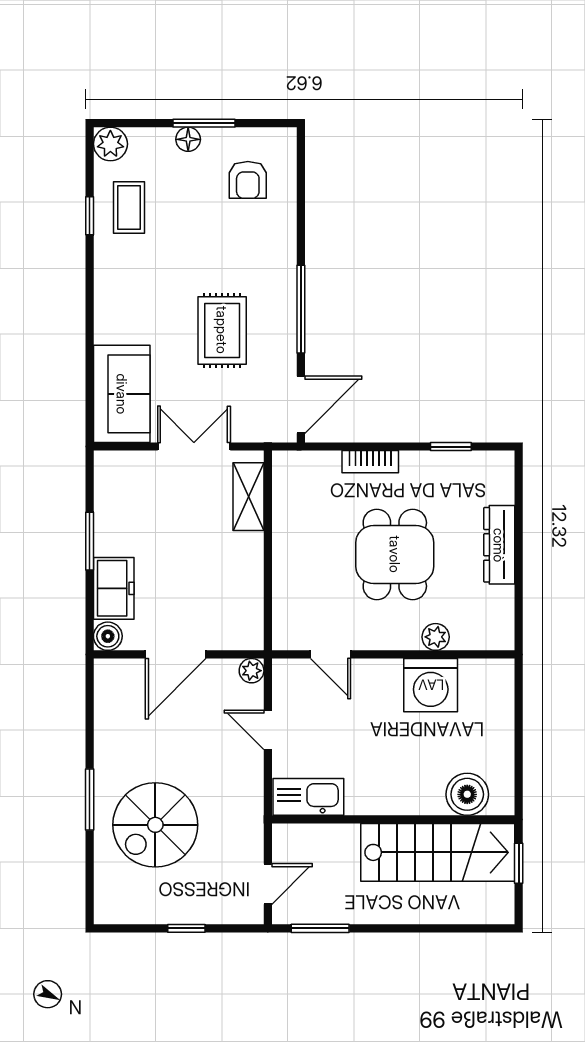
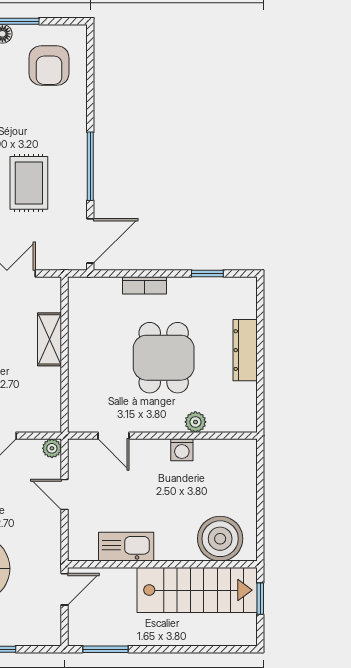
armchair: (248, 180) -> (49, 66), width x1.38, depth x1.38
shelving: (249, 497) -> (50, 339), moved
washing machine: (431, 685) -> (182, 450), width x0.53, depth x0.53
boiler: (467, 794) -> (220, 539), width x1.37, depth x1.37
kitchen sink: (308, 797) -> (126, 547), moved
door: (268, 884) -> (65, 589), moved

